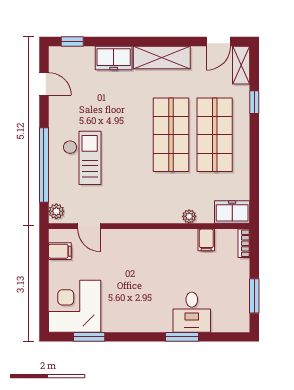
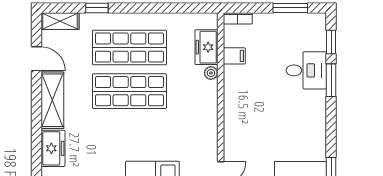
door: (218, 42) -> (36, 59), moved
freezer: (232, 212) -> (206, 47), moved
window: (220, 337) -> (331, 42), added

